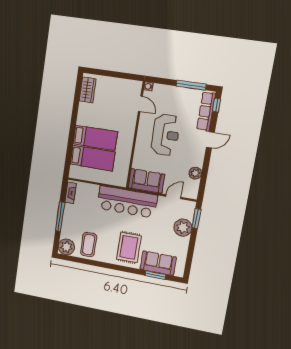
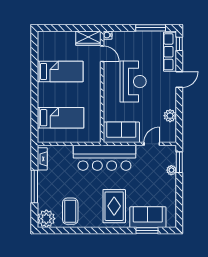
wardrobe: (88, 90) -> (88, 38), moved, turned 90
bed: (95, 138) -> (60, 71), moved
plant: (183, 228) -> (171, 170), width x0.53, depth x0.53

